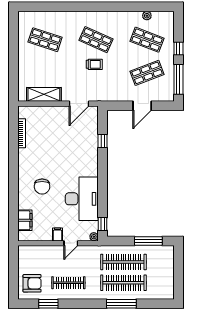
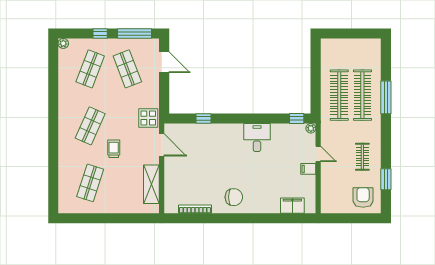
plant: (147, 16) -> (63, 43), moved
trolley: (94, 64) -> (114, 149), moved
display table: (103, 91) -> (148, 118), added
door: (142, 106) -> (164, 62), moved
chair: (42, 186) -> (234, 197), moved
desk: (82, 199) -> (257, 138), width x0.53, depth x0.77
window: (148, 241) -> (316, 67), removed
clothes rail: (68, 283) -> (362, 157), width x0.73

